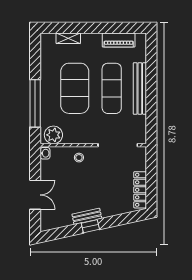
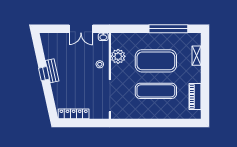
bench: (140, 89) -> (156, 114), removed
window: (35, 103) -> (168, 29), moved
plant: (53, 135) -> (118, 56), moved
double door: (35, 195) -> (81, 29), moved

